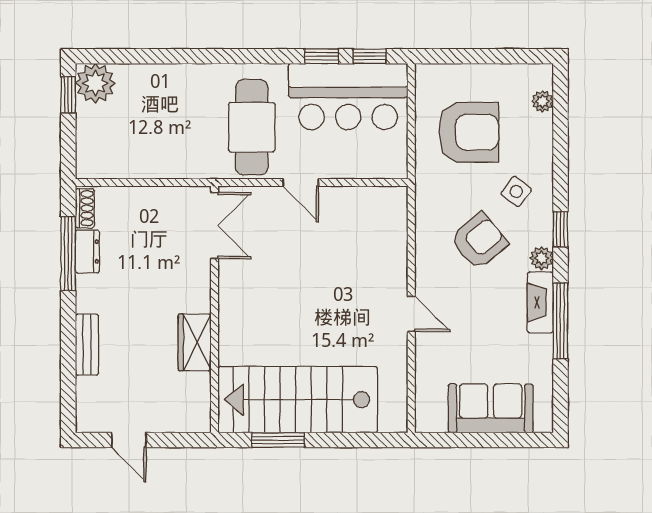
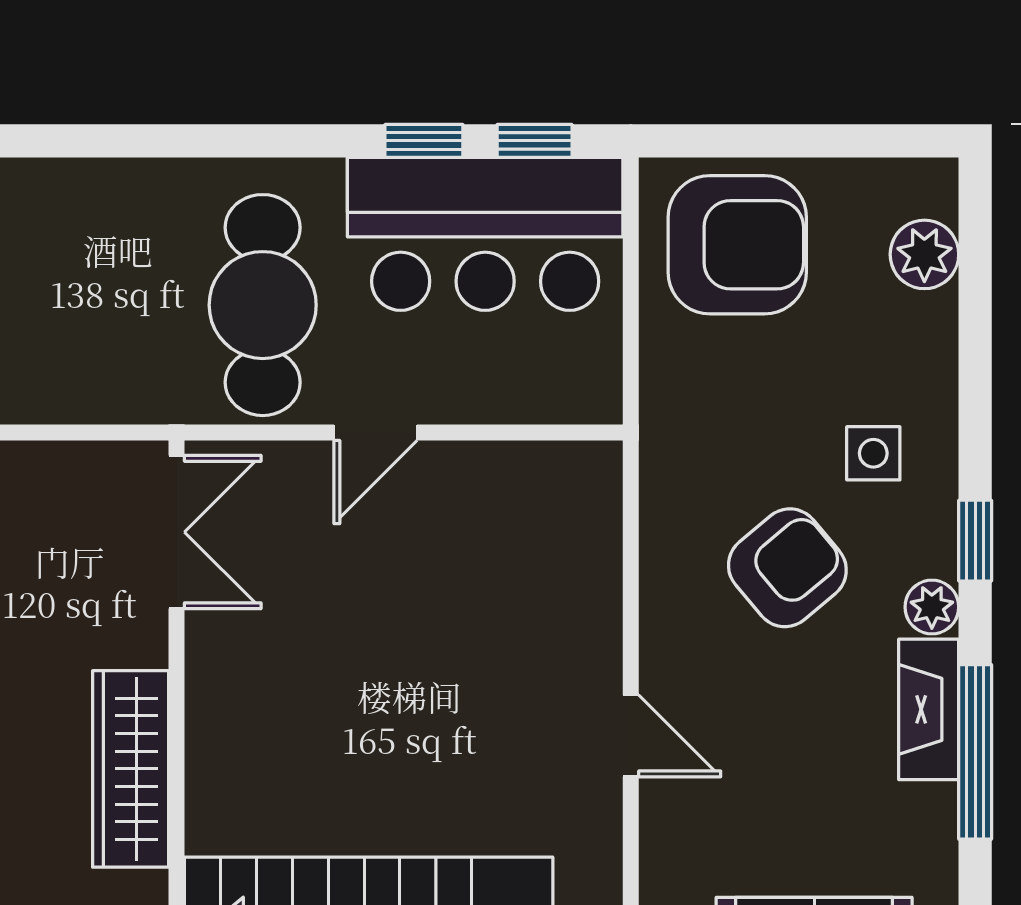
plant: (542, 101) -> (924, 254), width x1.38, depth x1.38
armchair: (469, 132) -> (737, 245), moved
door: (301, 183) -> (376, 433), hinge flipped
side table: (516, 191) -> (873, 453), turned -37
wardrobe: (195, 342) -> (131, 769), width x1.50

